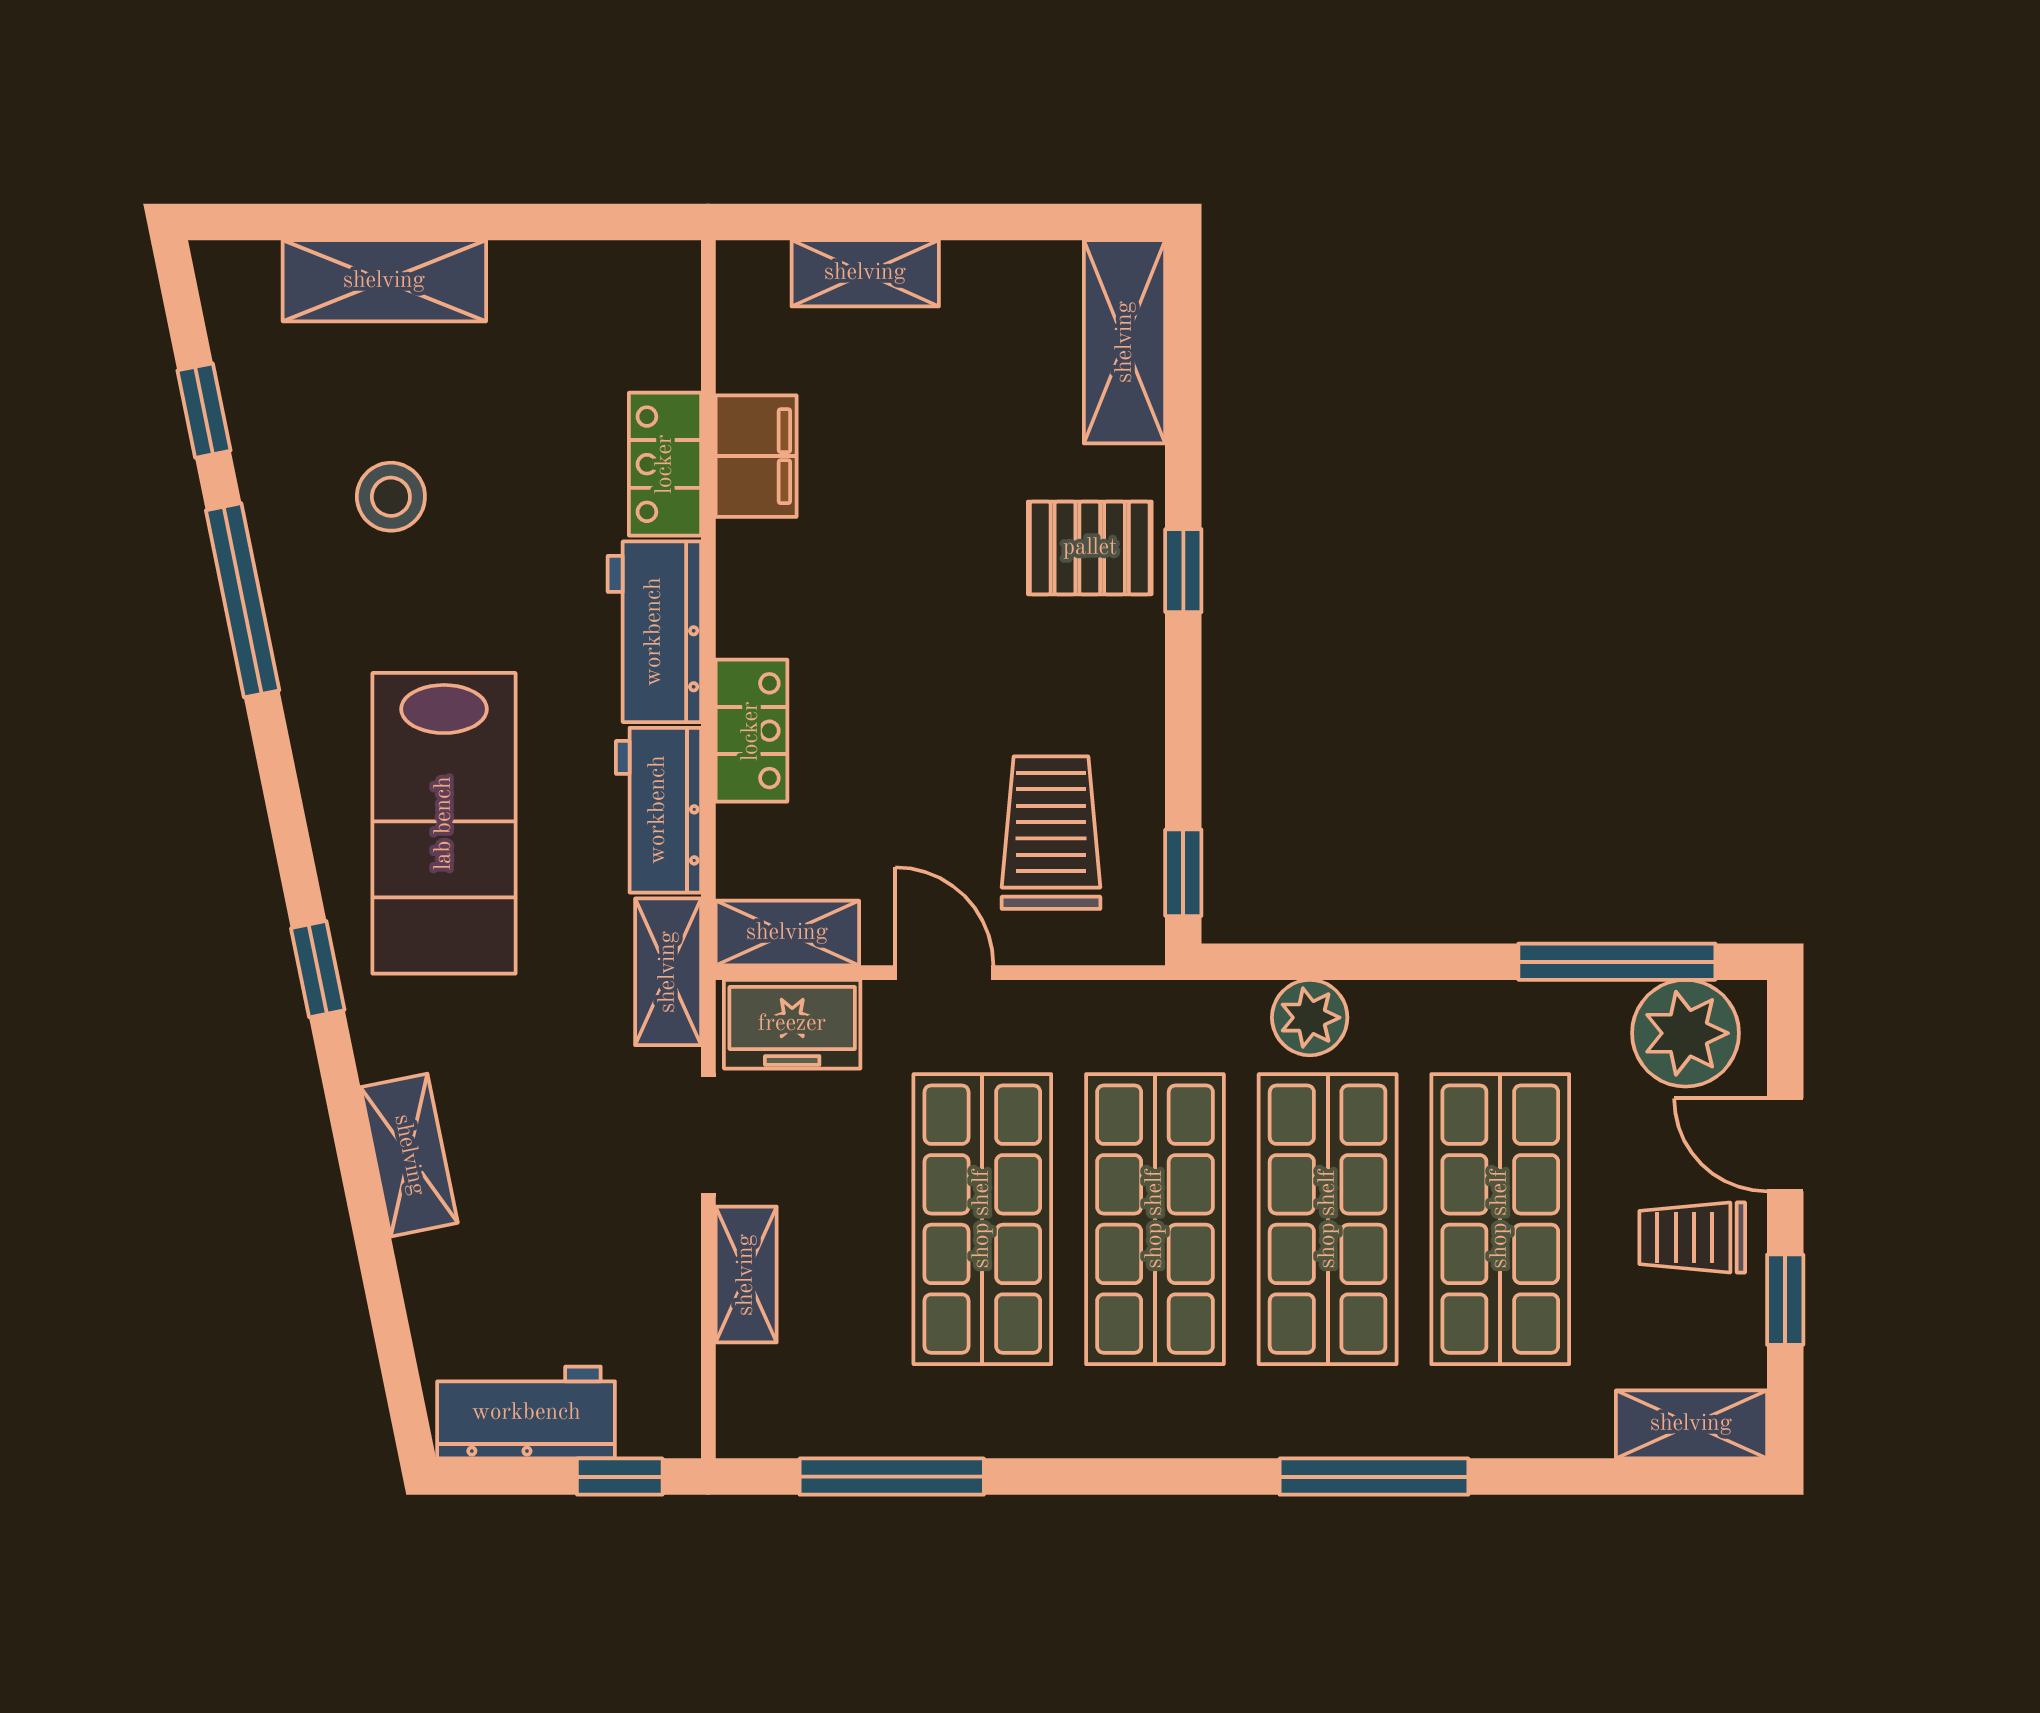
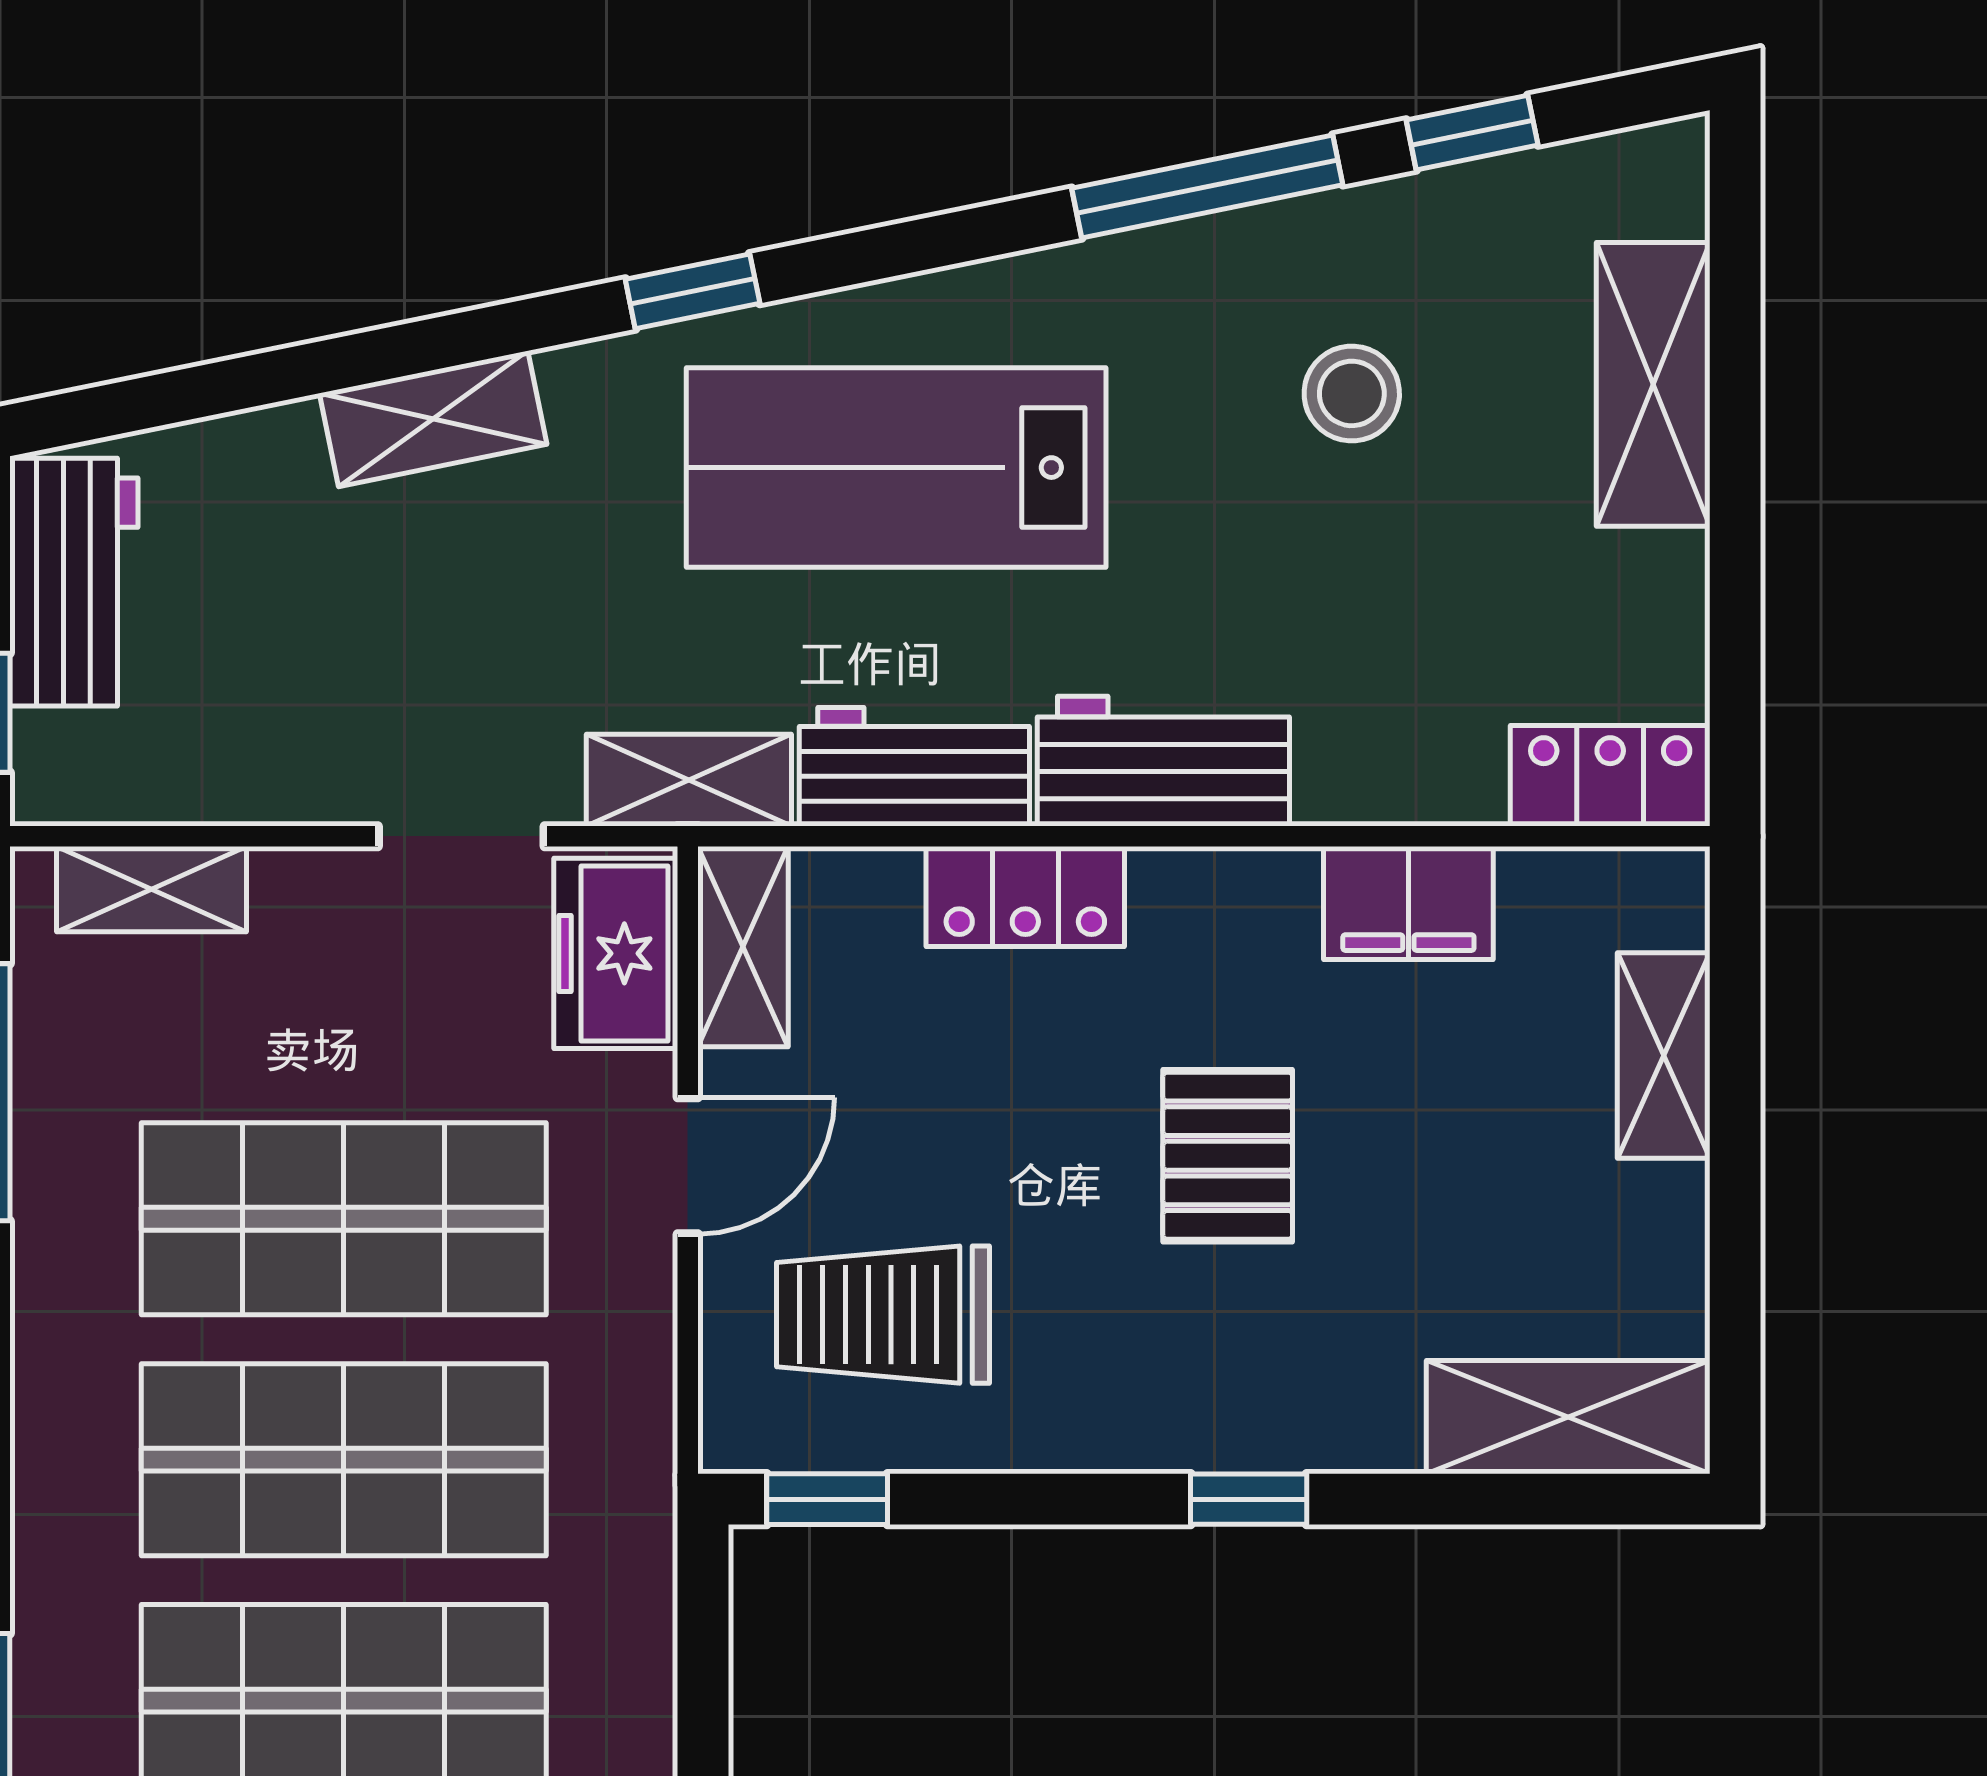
locker: (665, 464) -> (1610, 776), moved
pallet: (1090, 548) -> (1228, 1156), moved
trolley: (1051, 833) -> (883, 1315), turned 180
plant: (1310, 1018) -> (625, 1676), removed
shelving: (746, 1275) -> (152, 889), moved

